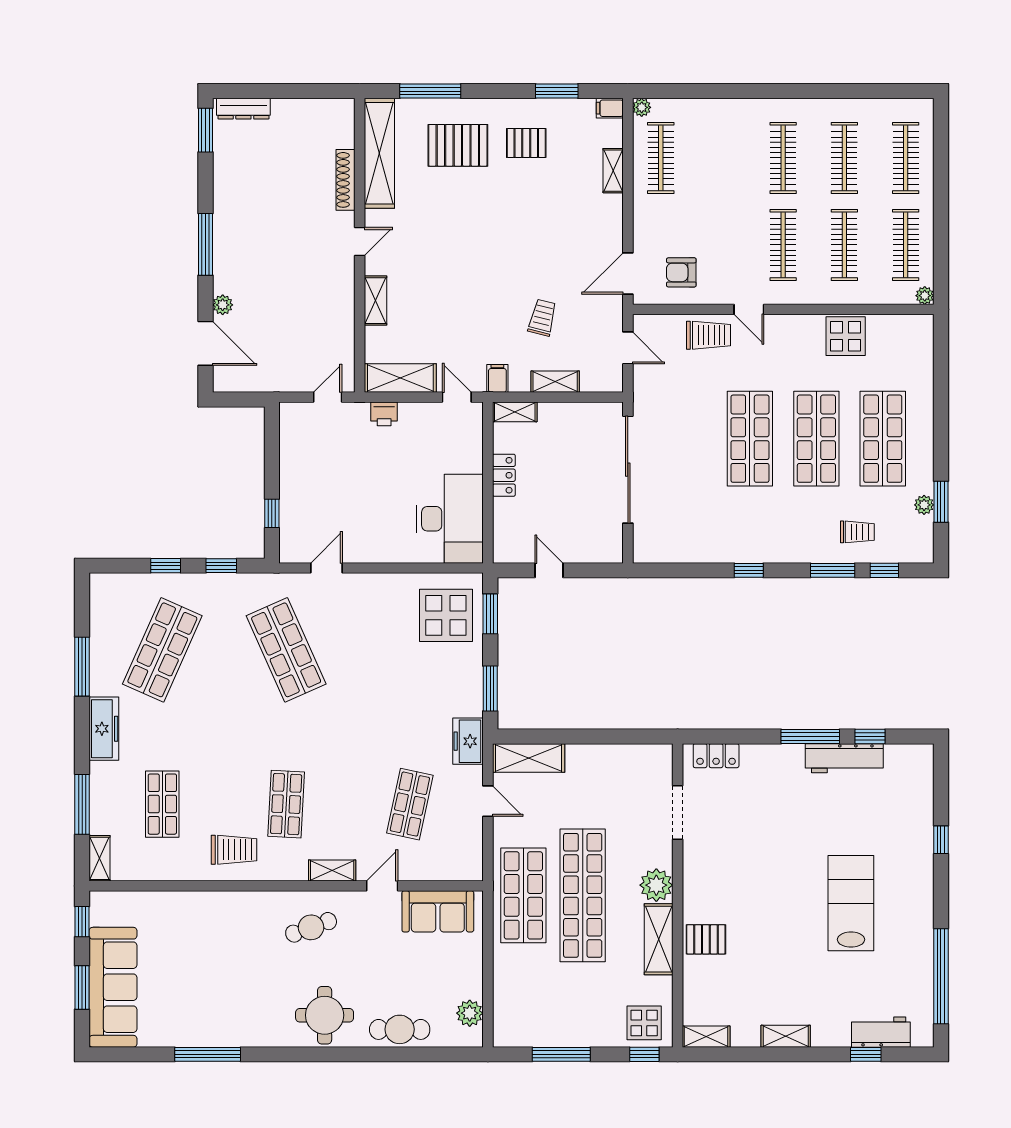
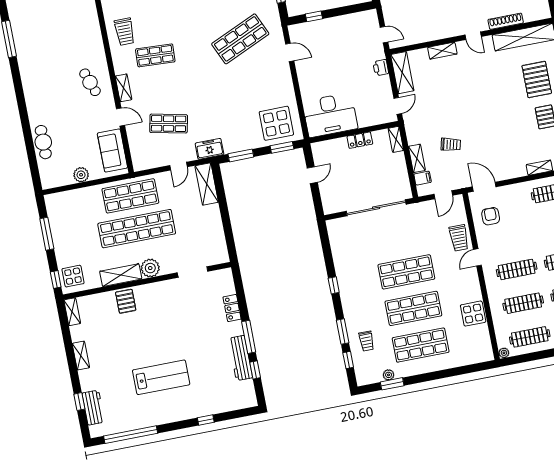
filing cabinet: (497, 378) -> (423, 178), moved
locker: (716, 756) -> (232, 308), moved
plant: (470, 1013) -> (81, 175), moved
round table: (325, 1015) -> (43, 99), removed

